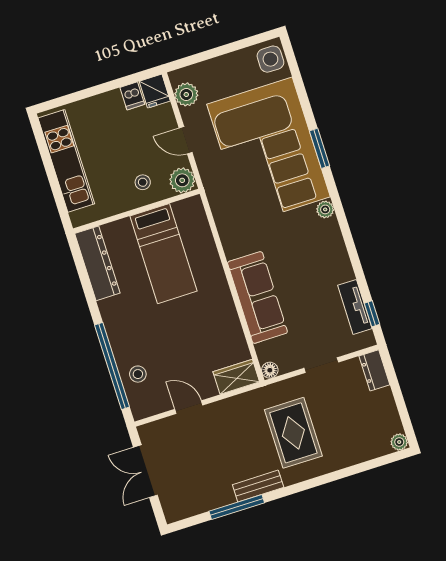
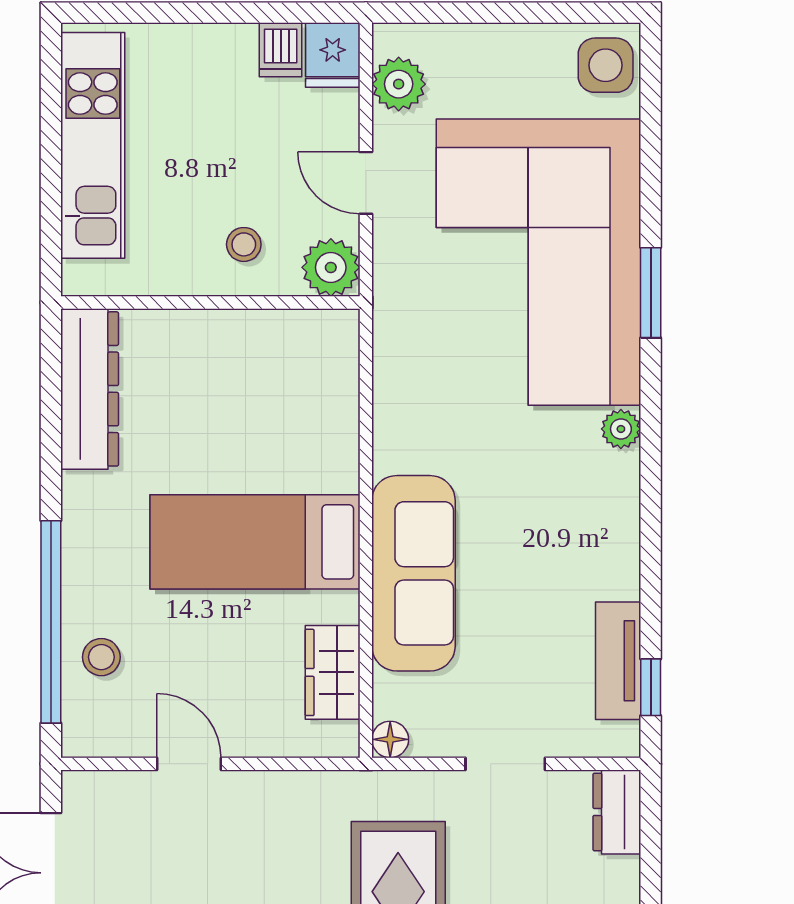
bed: (164, 254) -> (255, 542), moved, turned 90
wardrobe: (236, 377) -> (333, 672), moved, turned -90

